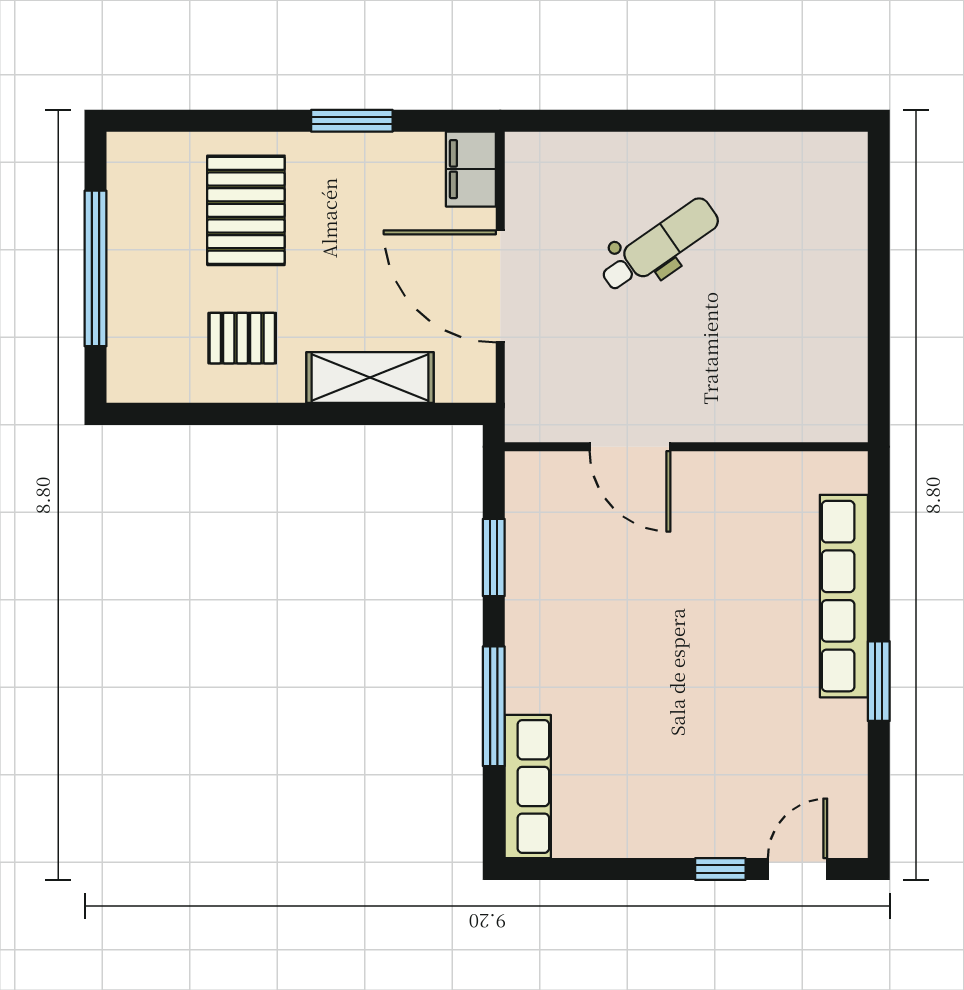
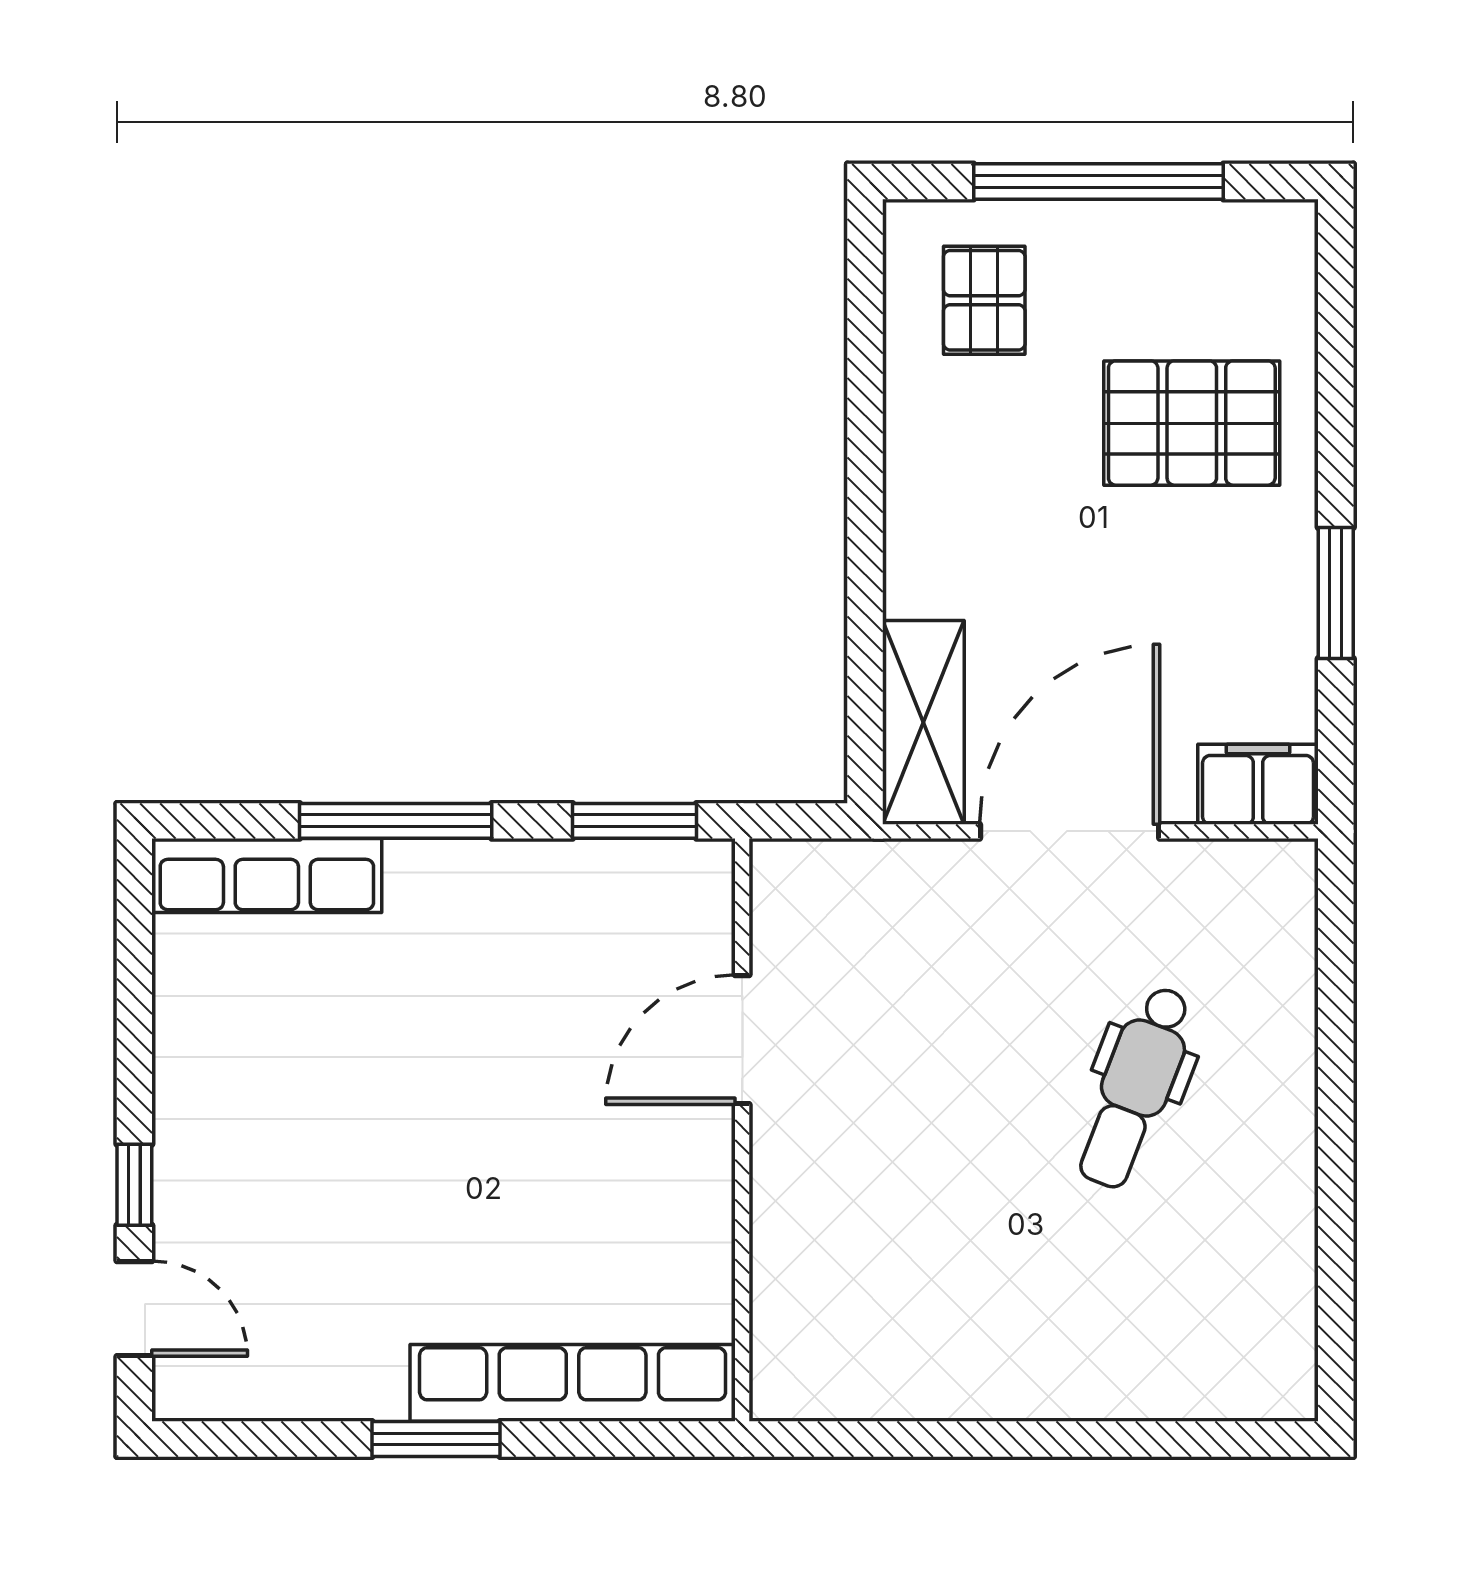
dental chair: (660, 245) -> (1136, 1087), turned 56
pallet: (242, 338) -> (984, 300), moved
shelving: (370, 378) -> (923, 722), moved
door: (630, 447) -> (742, 1040), moved
wall: (686, 447) -> (742, 1130), moved

